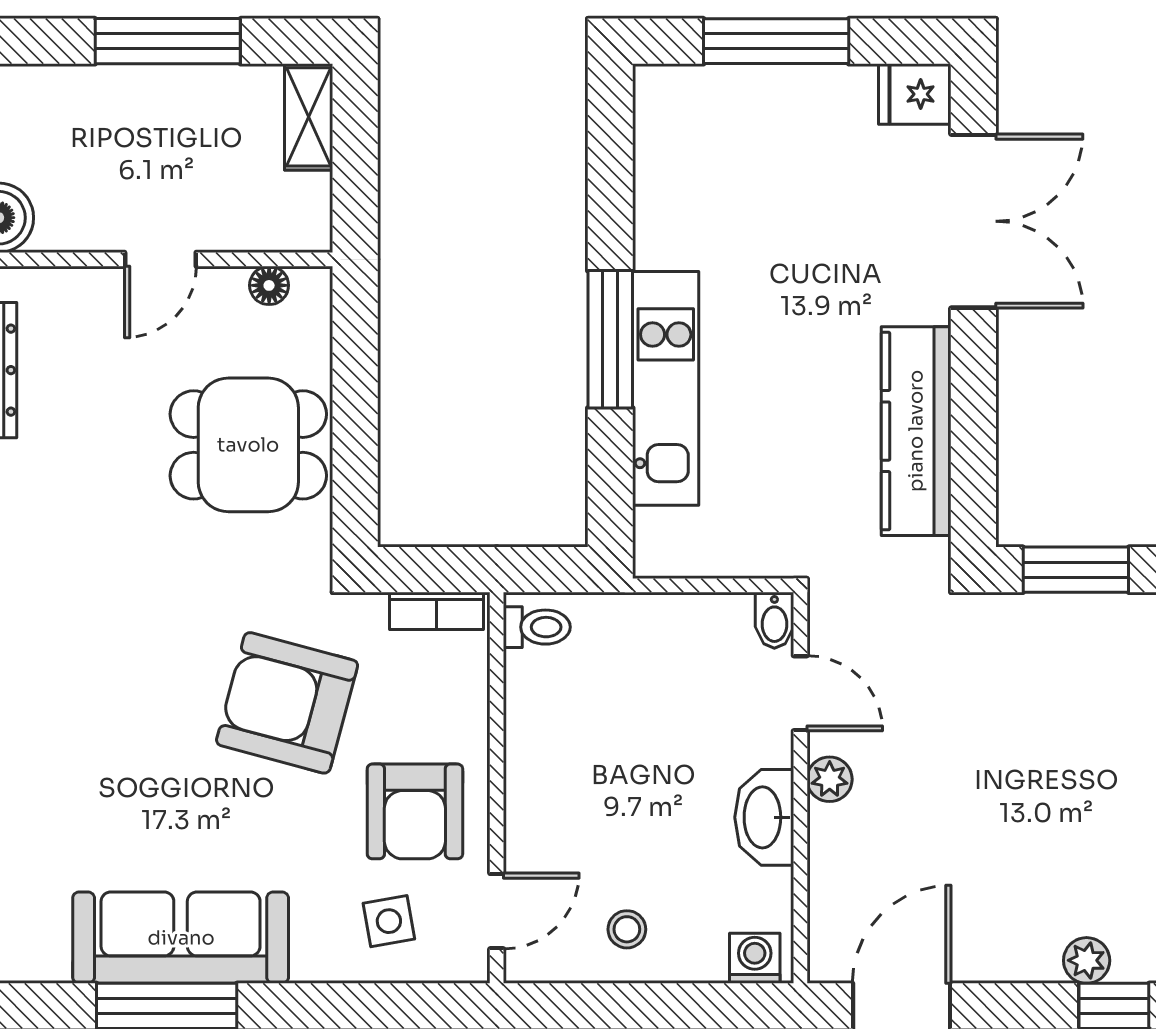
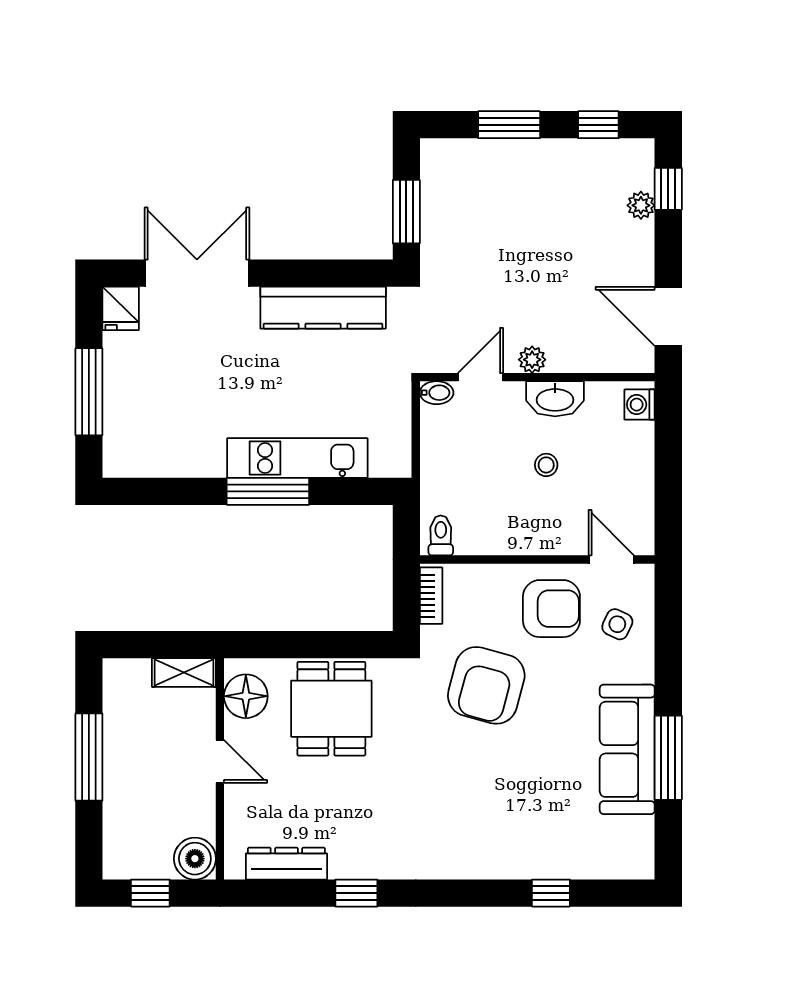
shelving: (309, 117) -> (184, 672), moved
floor lamp: (269, 285) -> (246, 696), width x1.89, depth x1.89
side table: (389, 921) -> (617, 624), turned 35
stool: (627, 929) -> (546, 465), moved

